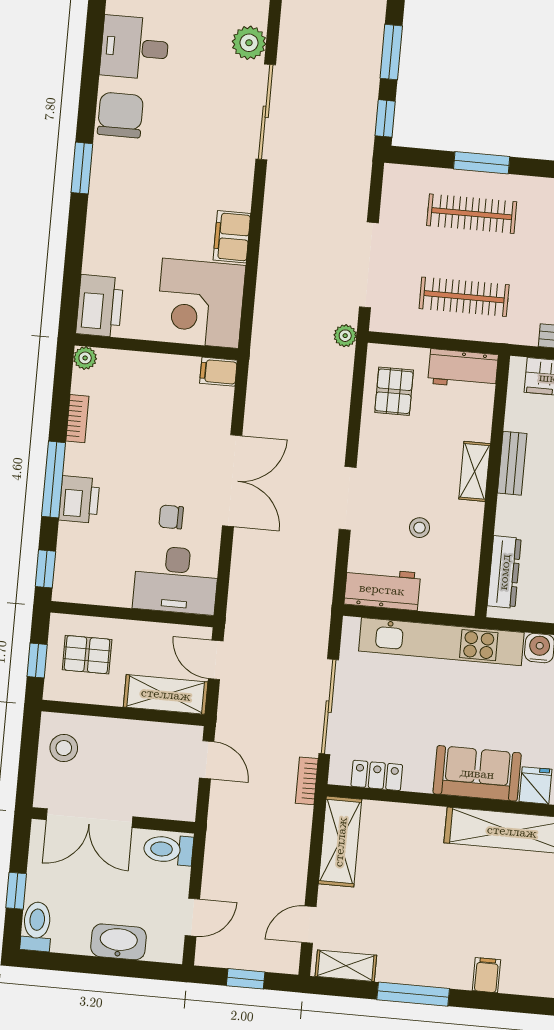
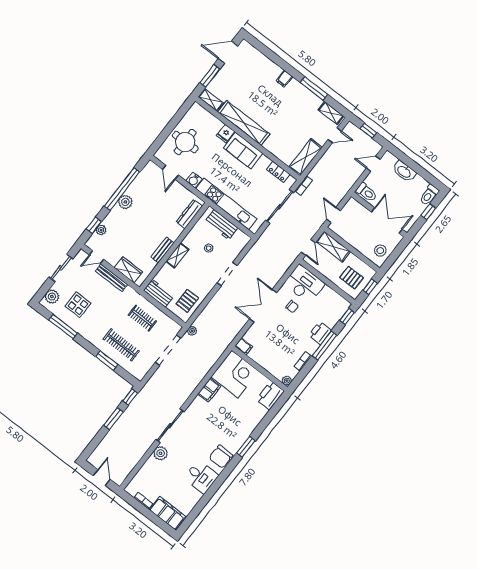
clothes rail: (464, 297) -> (142, 318), width x0.73
workbench: (382, 589) -> (221, 225), moved

